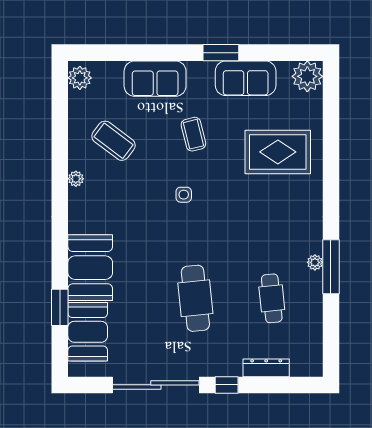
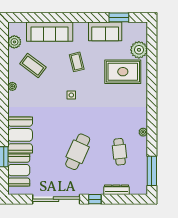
window: (221, 53) -> (119, 17), moved
plant: (307, 76) -> (139, 50), moved
plant: (80, 78) -> (14, 42), moved
sofa: (155, 79) -> (50, 32), width x1.36
window: (331, 267) -> (152, 171), moved
cafe table: (195, 298) -> (78, 152), turned 30

